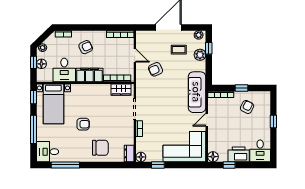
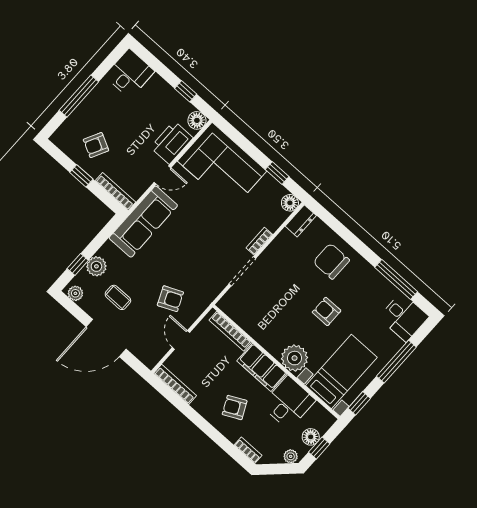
wardrobe: (121, 90) -> (238, 312), removed
plant: (79, 92) -> (295, 358), added
window: (273, 122) -> (79, 96), width x2.17
printer: (239, 154) -> (172, 143), moved, turned 90

